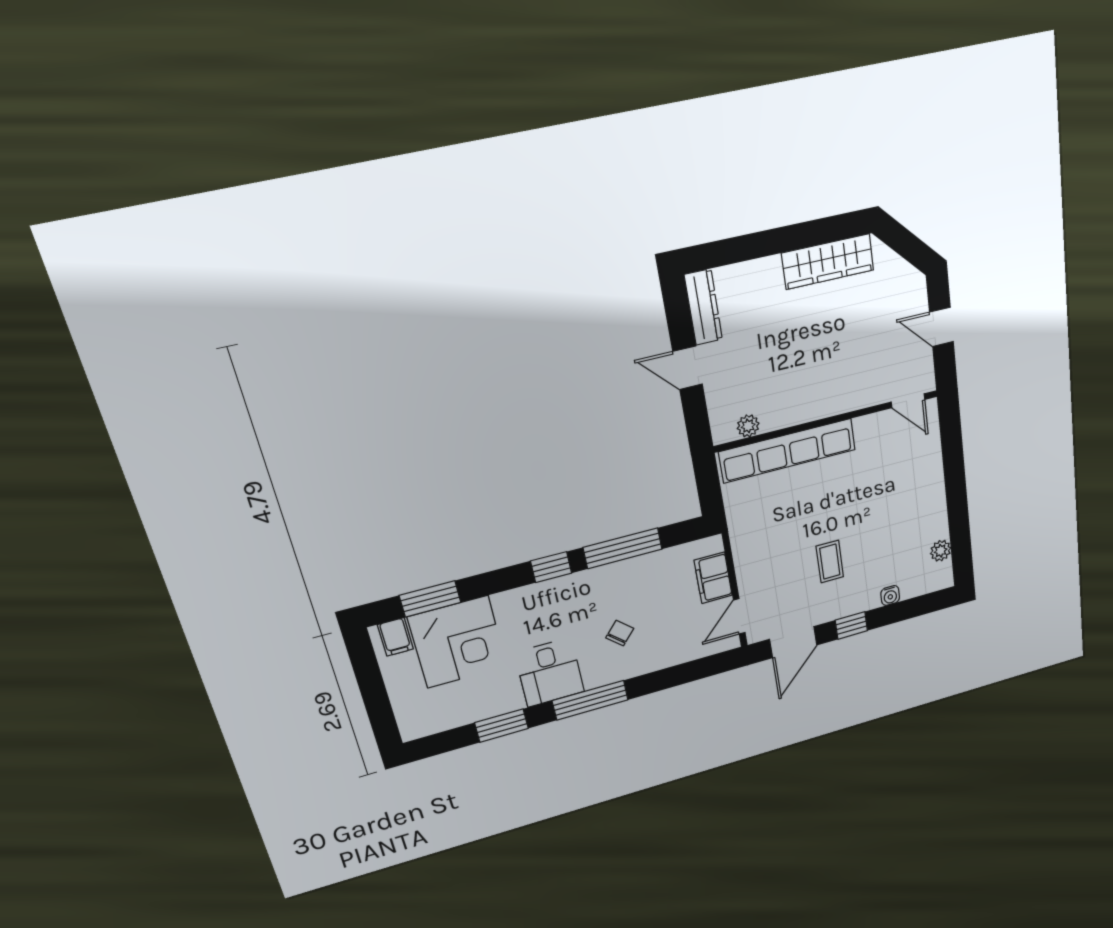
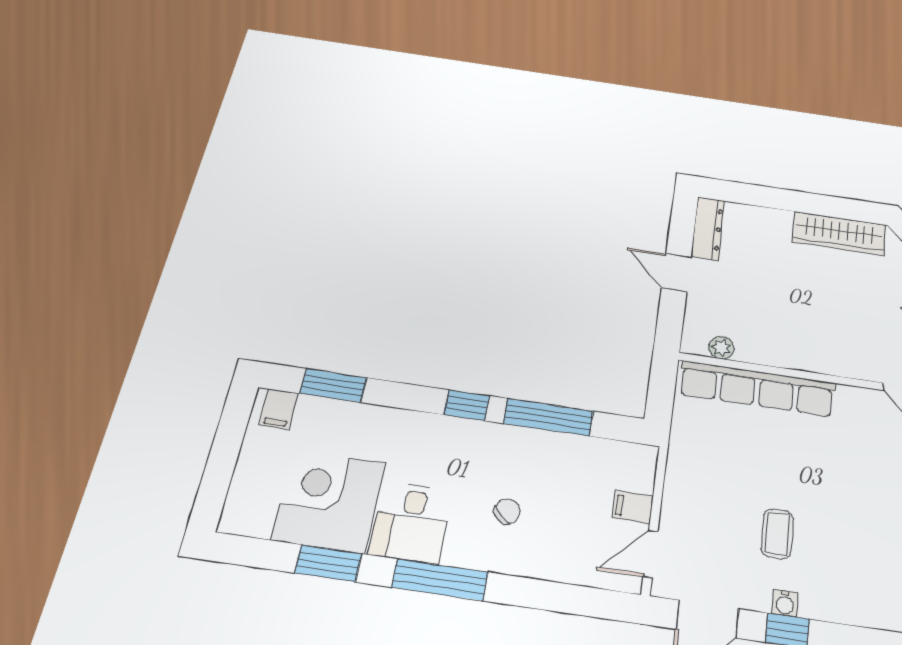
filing cabinet: (713, 578) -> (633, 507), width x0.50
water cooler: (890, 595) -> (785, 603), moved
corner desk: (458, 642) -> (329, 501), moved, turned 180

